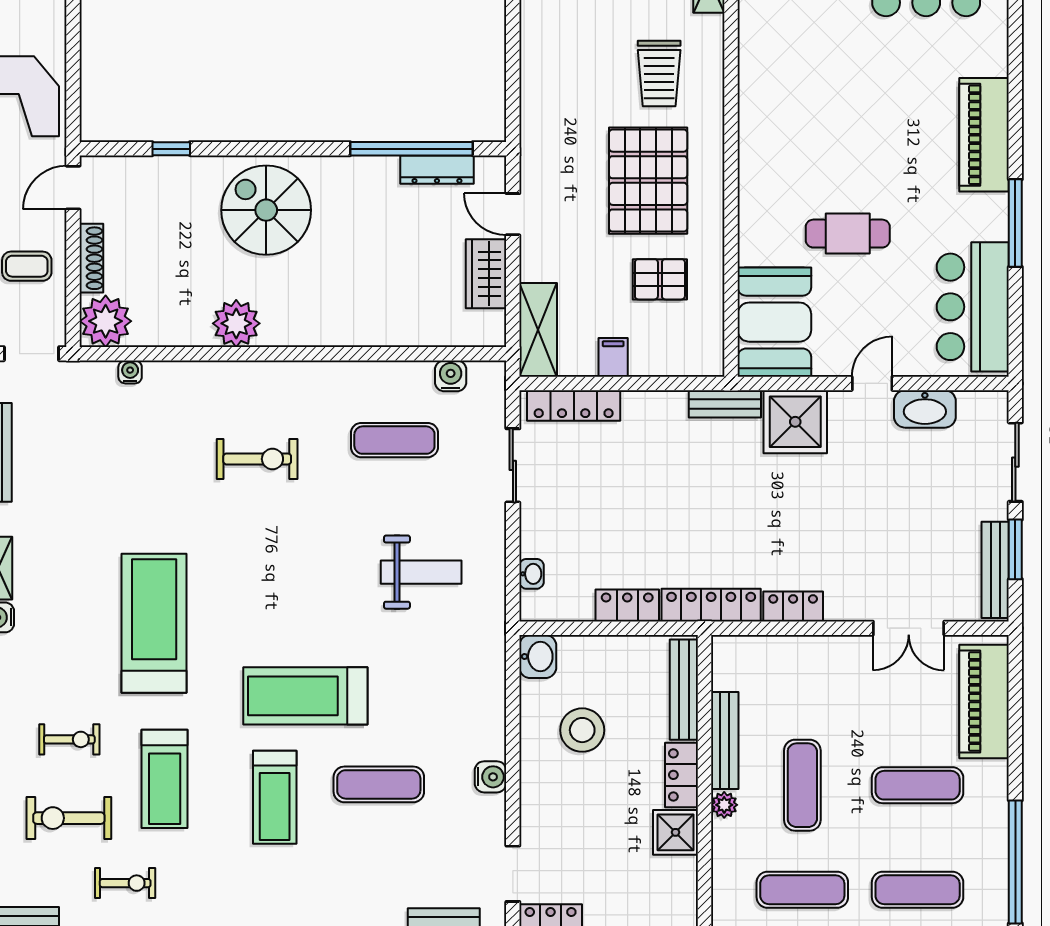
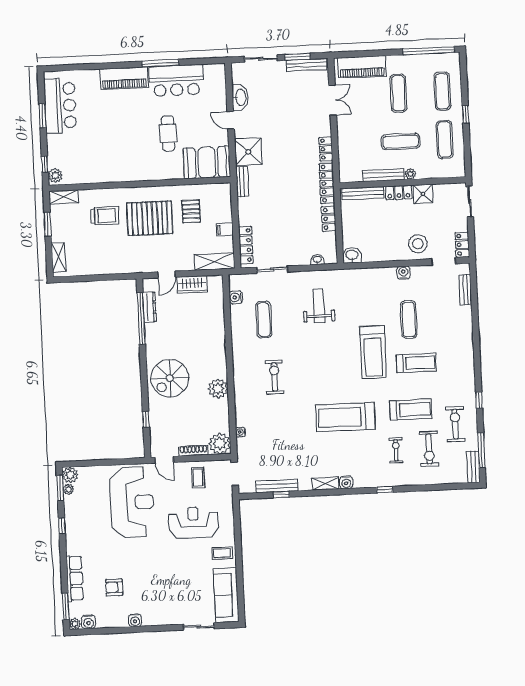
bar counter: (973, 307) -> (176, 80), moved
stool: (582, 730) -> (418, 244), moved
exercise bike: (125, 883) -> (455, 424), width x1.38, depth x1.39

